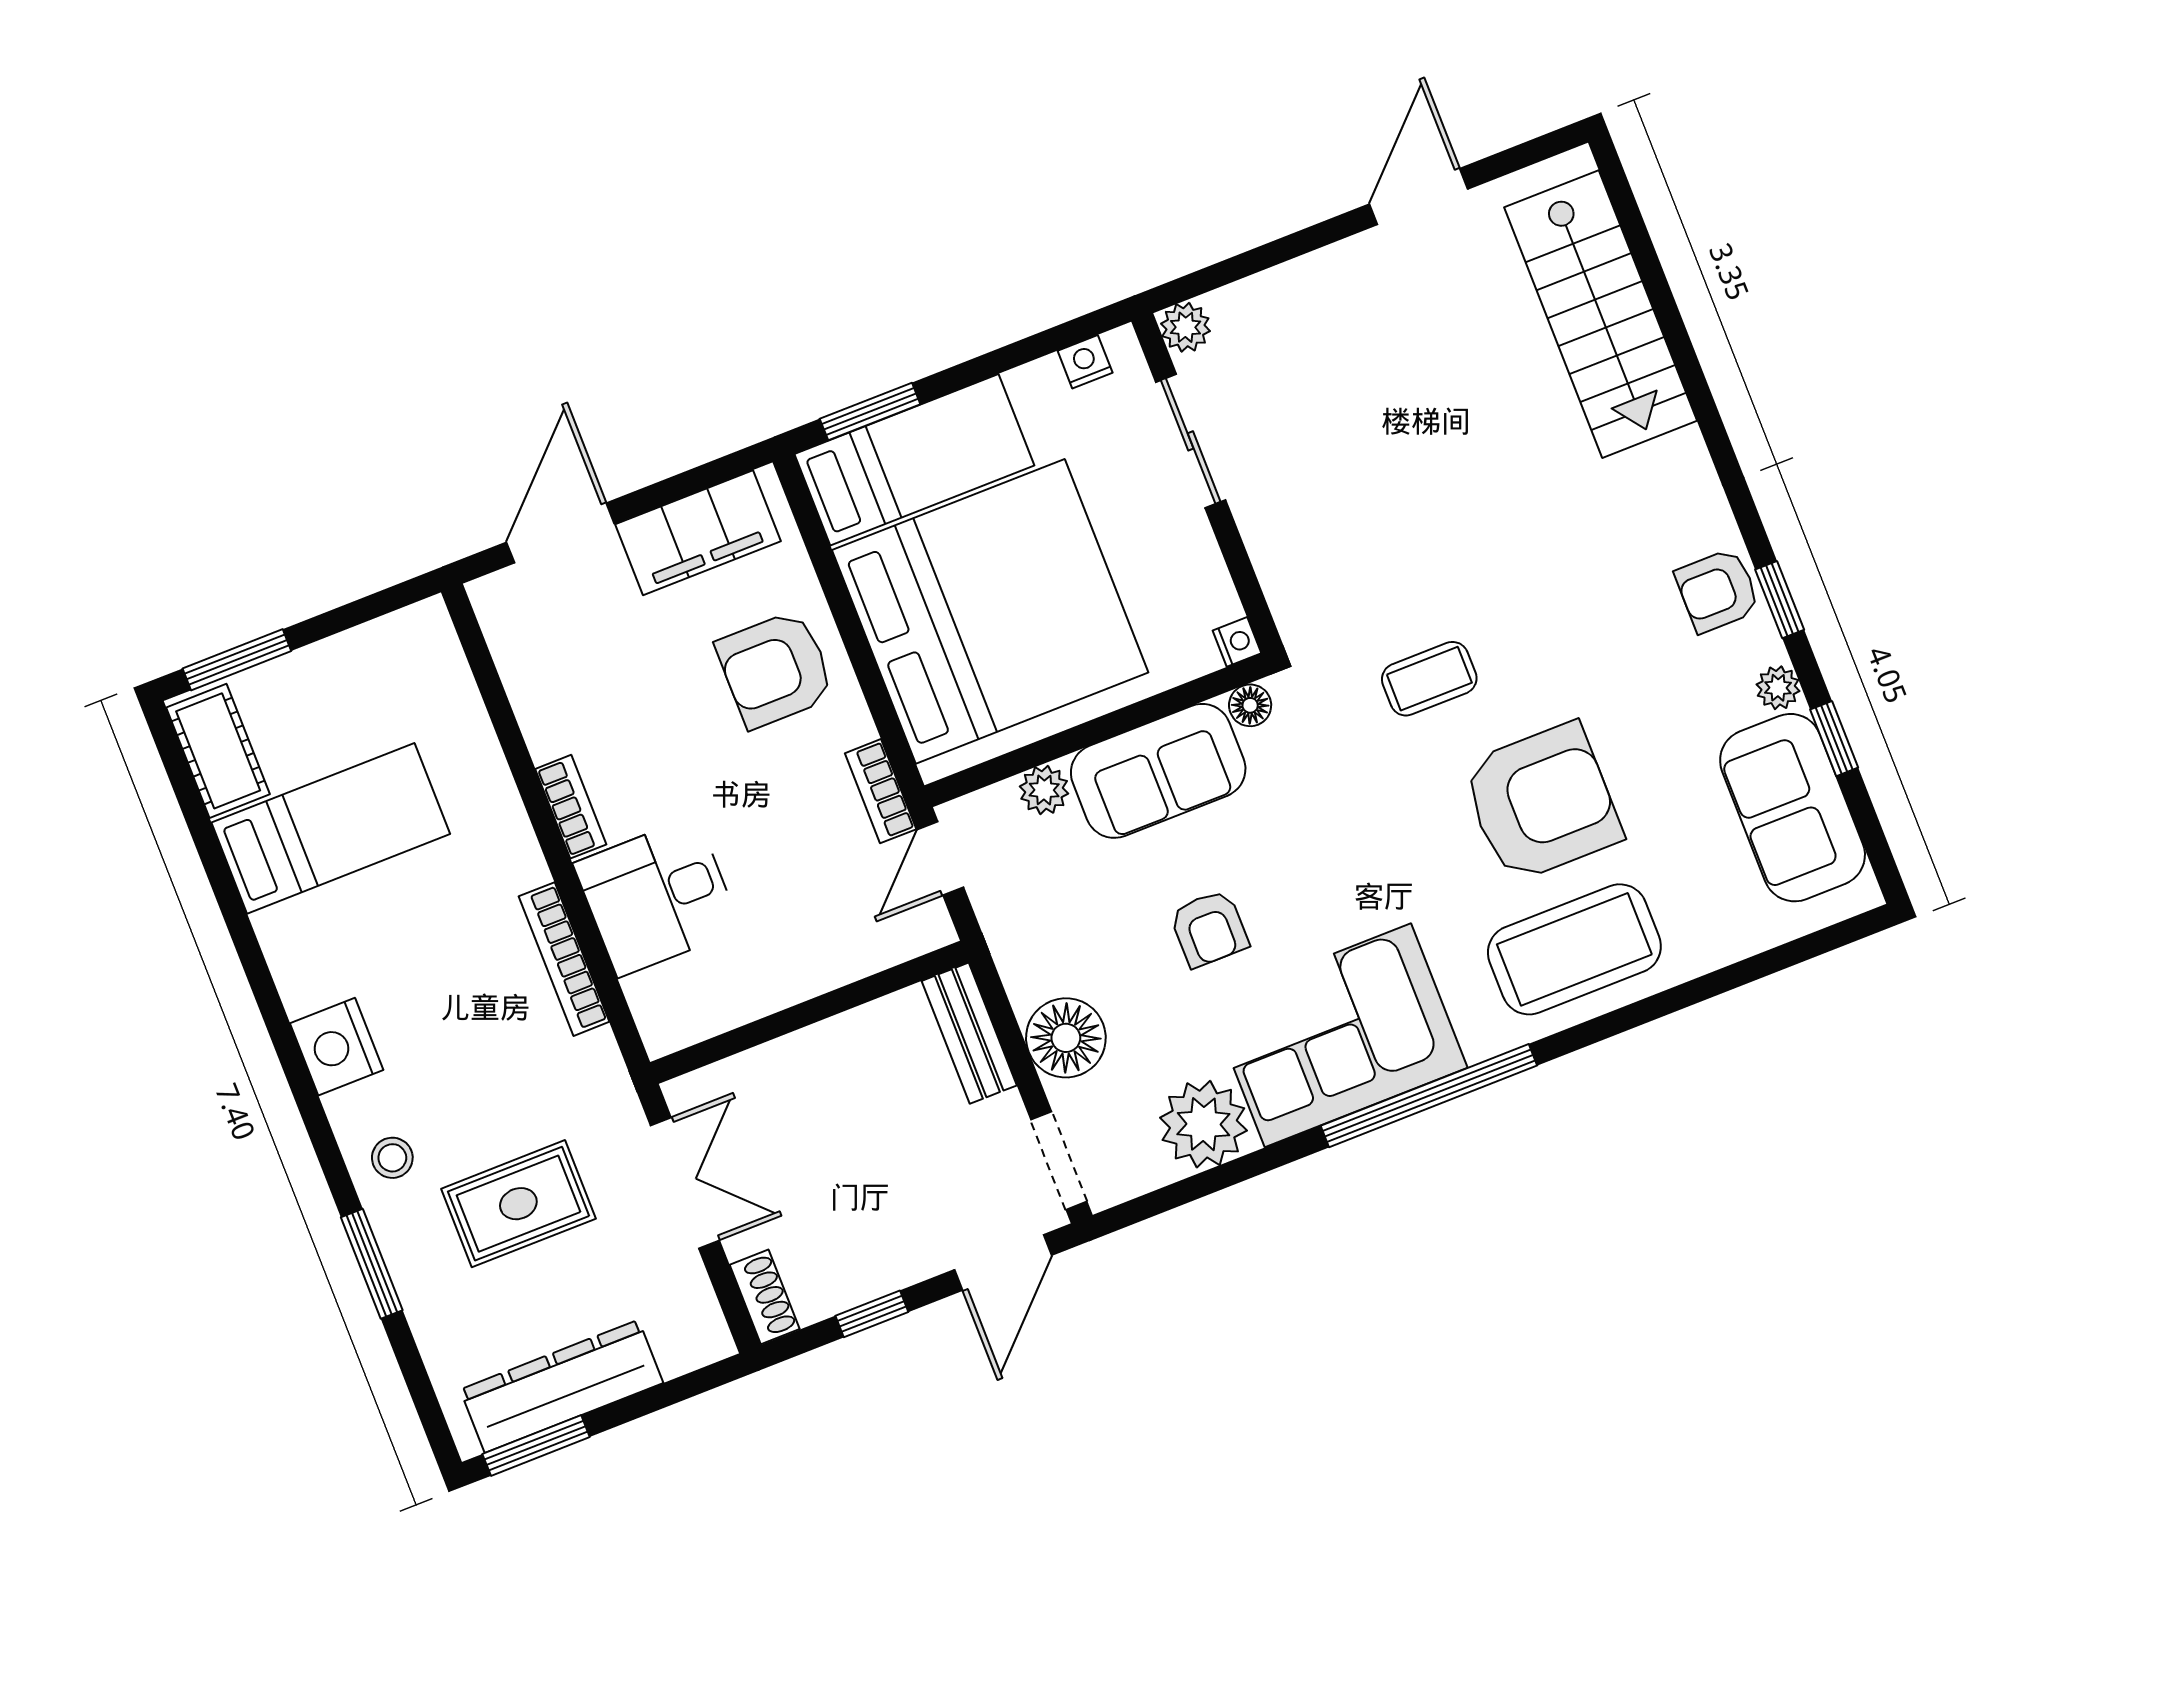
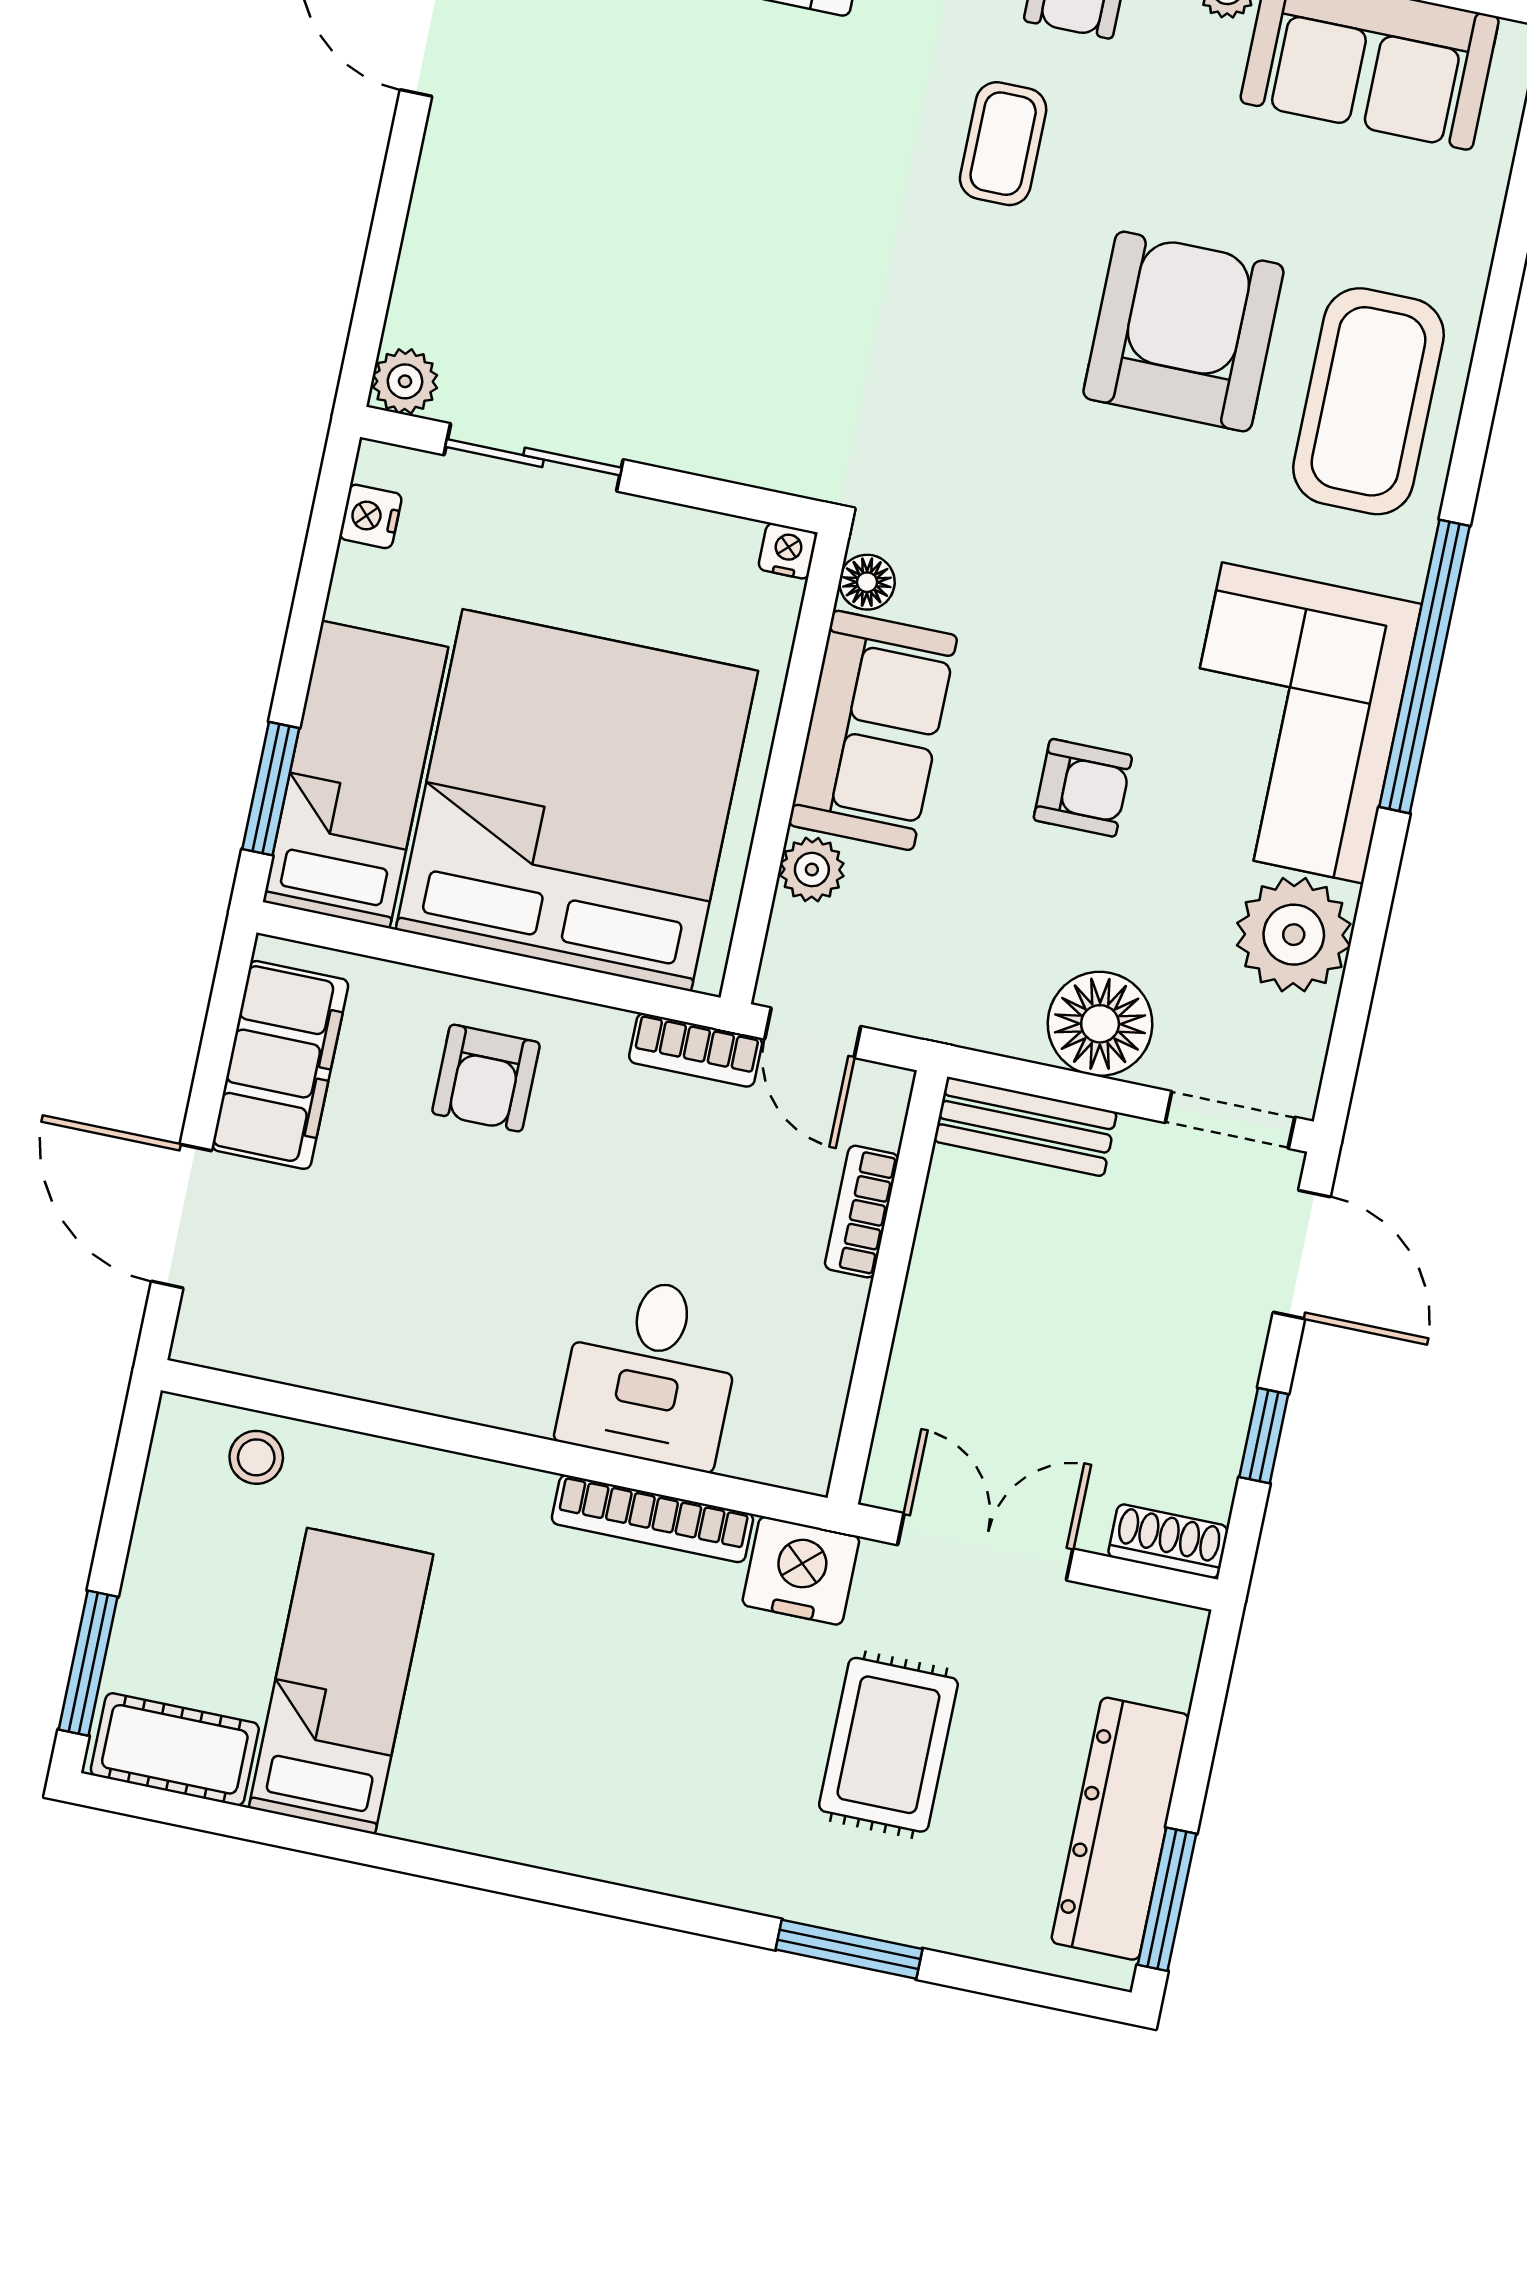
armchair: (775, 669) -> (486, 1078), width x0.72, depth x0.72
coffee table: (1429, 679) -> (1003, 144), moved
bookcase: (571, 807) -> (862, 1212), moved, turned -90
nightstand: (337, 1047) -> (801, 1571), moved, turned 180
stool: (392, 1158) -> (256, 1457), moved

